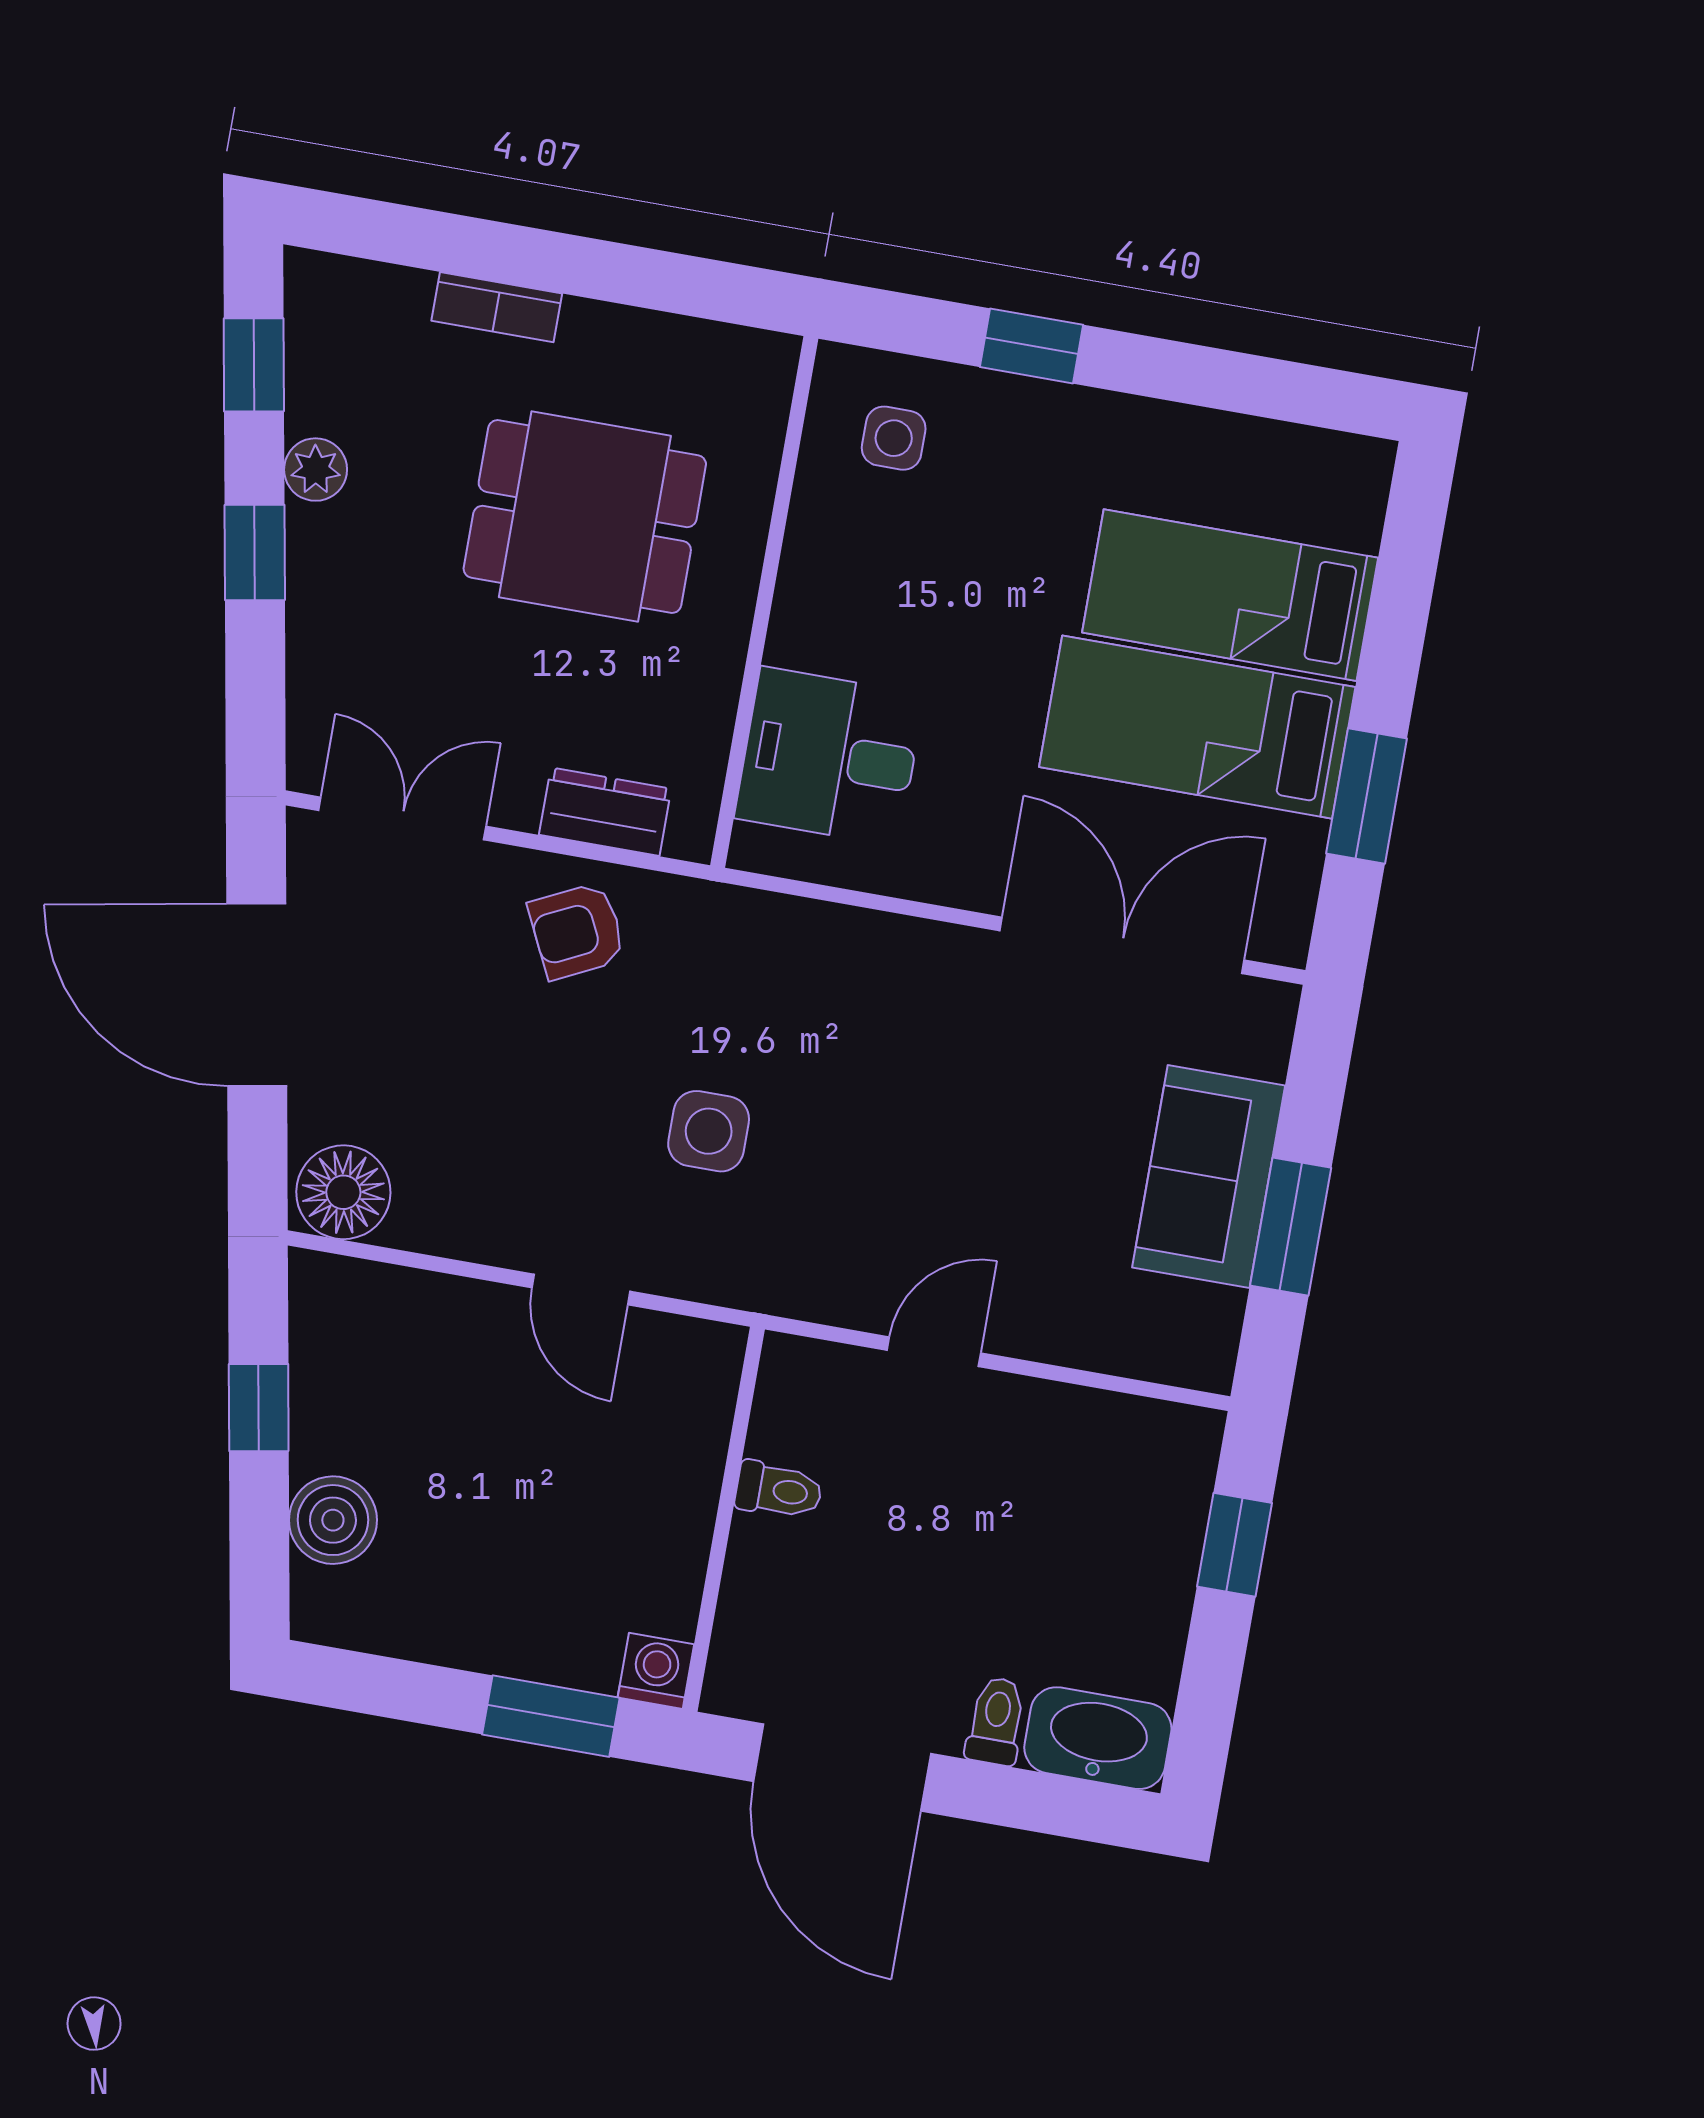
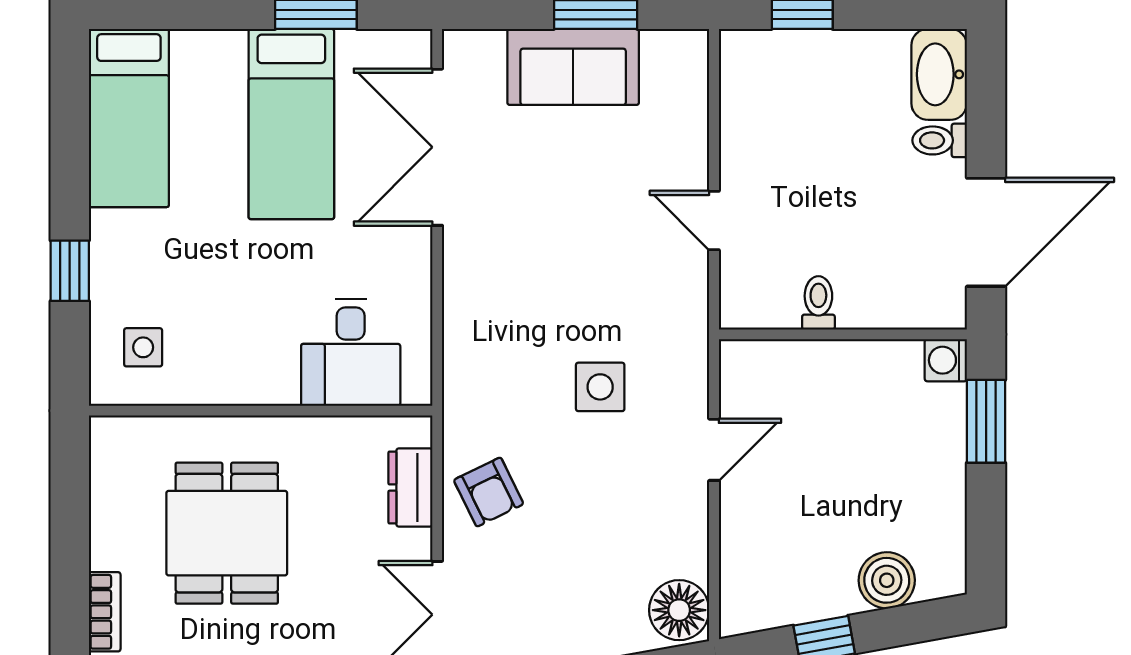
bed: (1230, 595) -> (129, 118), moved

